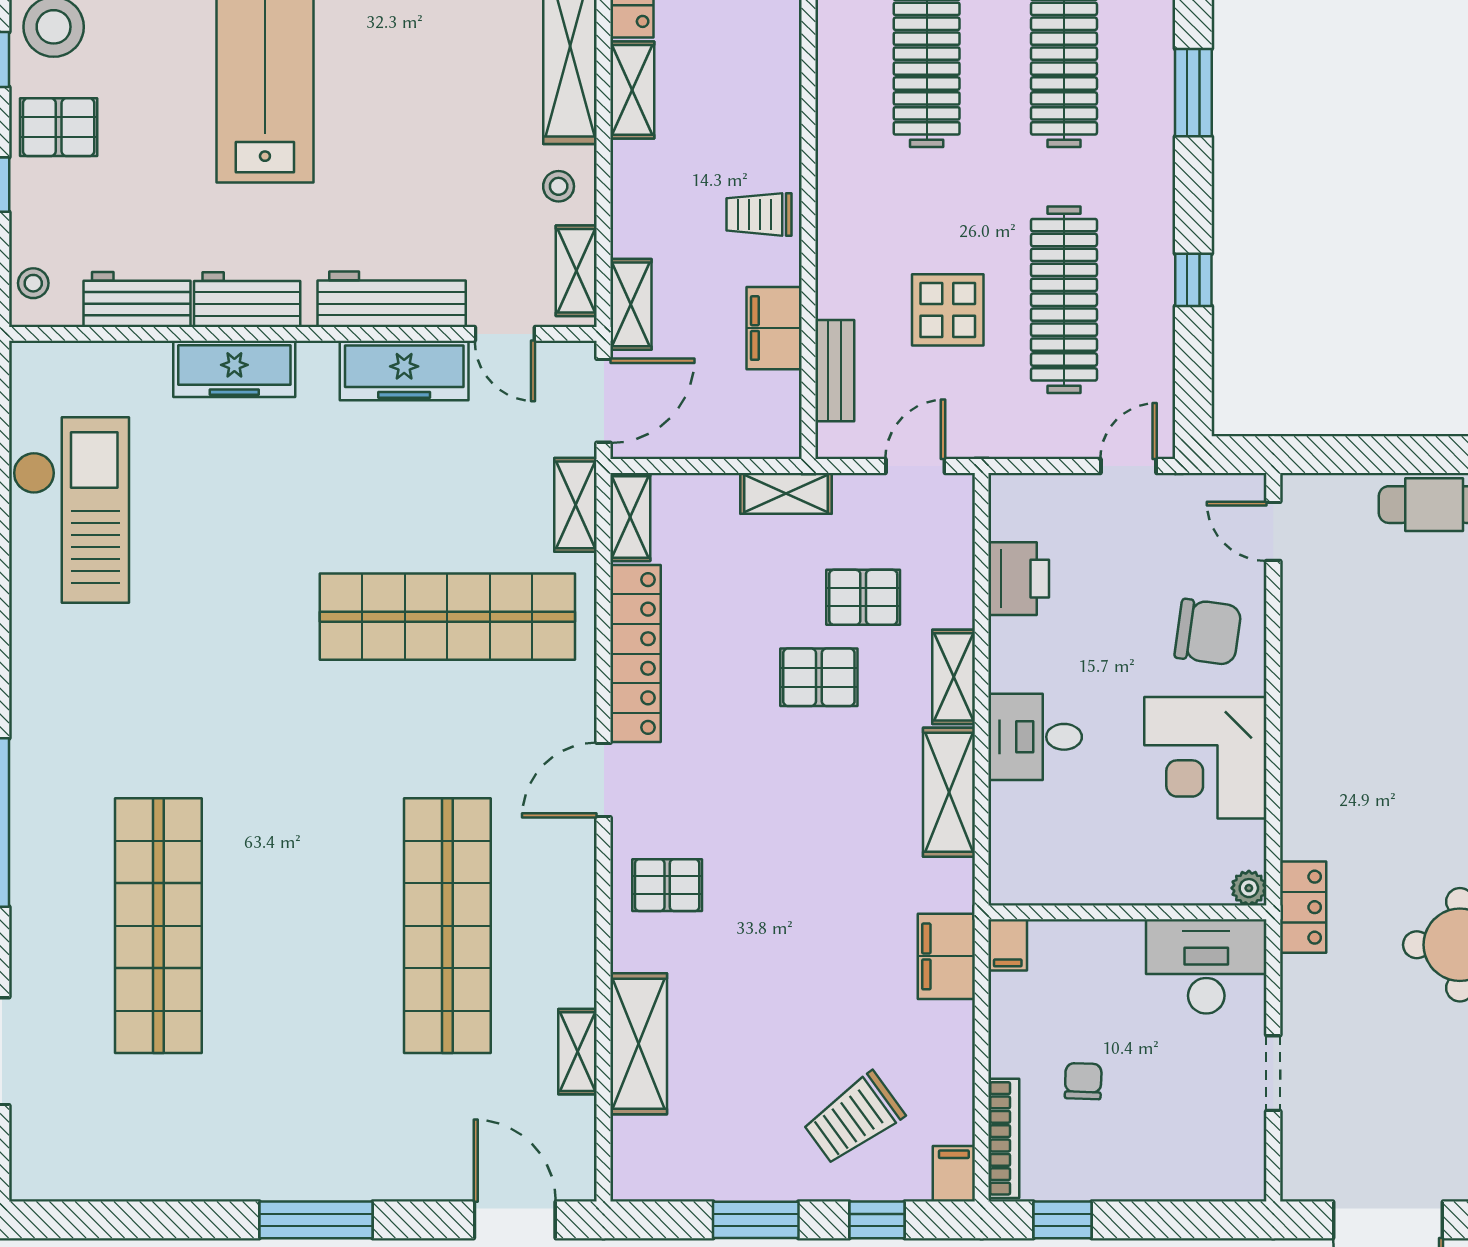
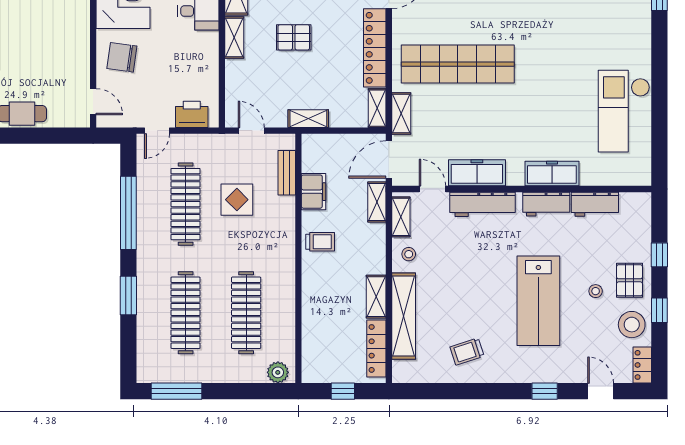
pallet: (59, 127) -> (629, 280), turned 90
window: (1193, 280) -> (128, 213), width x3.17
stool: (33, 283) -> (596, 291), moved
door: (915, 466) -> (251, 131), swing flipped
printer: (1019, 579) -> (192, 114), moved, turned 90
pallet: (863, 597) -> (274, 73), removed

